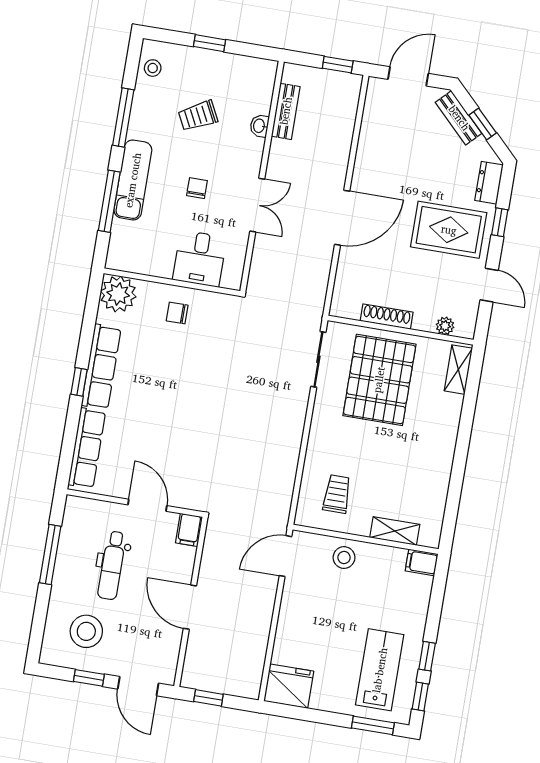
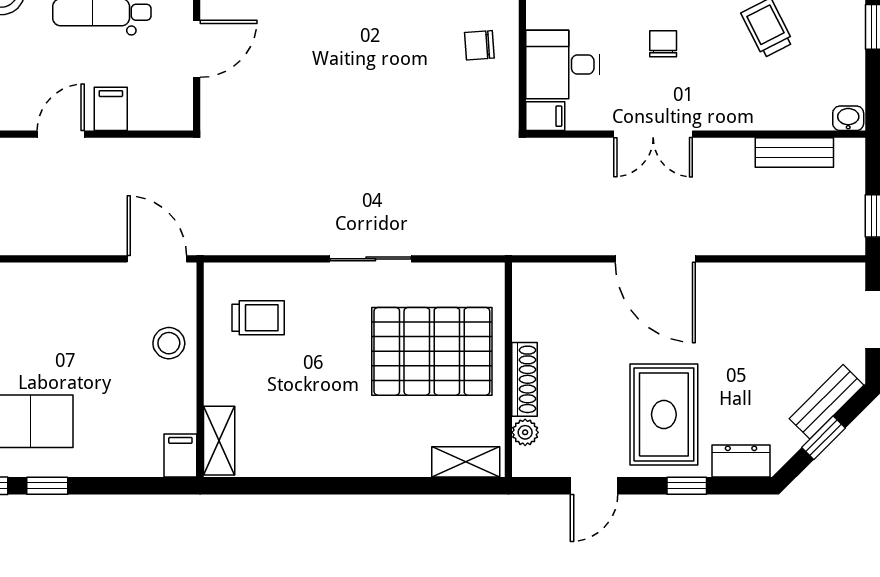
washbasin: (259, 126) -> (848, 118), moved
chair: (197, 188) -> (663, 44), turned -90
filing cabinet: (233, 276) -> (545, 116), added
chair: (177, 313) -> (479, 45), turned -94
shoe rack: (387, 317) -> (525, 379), moved
sliding door: (318, 359) -> (371, 259), moved
filing cabinet: (189, 530) -> (111, 109), moved, turned 90
shelving: (395, 531) -> (219, 441), moved
door: (190, 607) -> (61, 134), width x0.73

